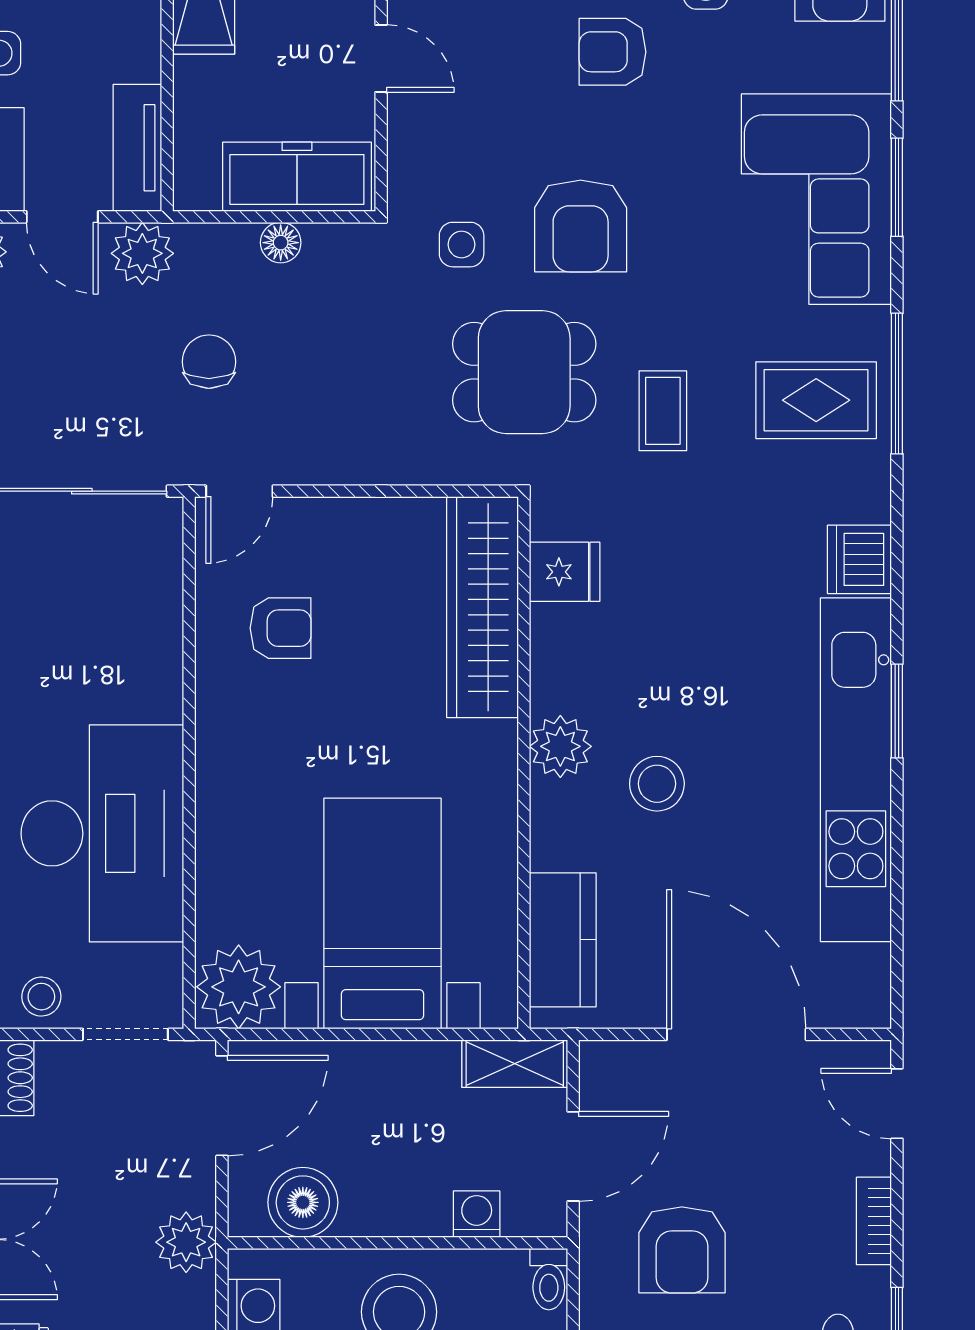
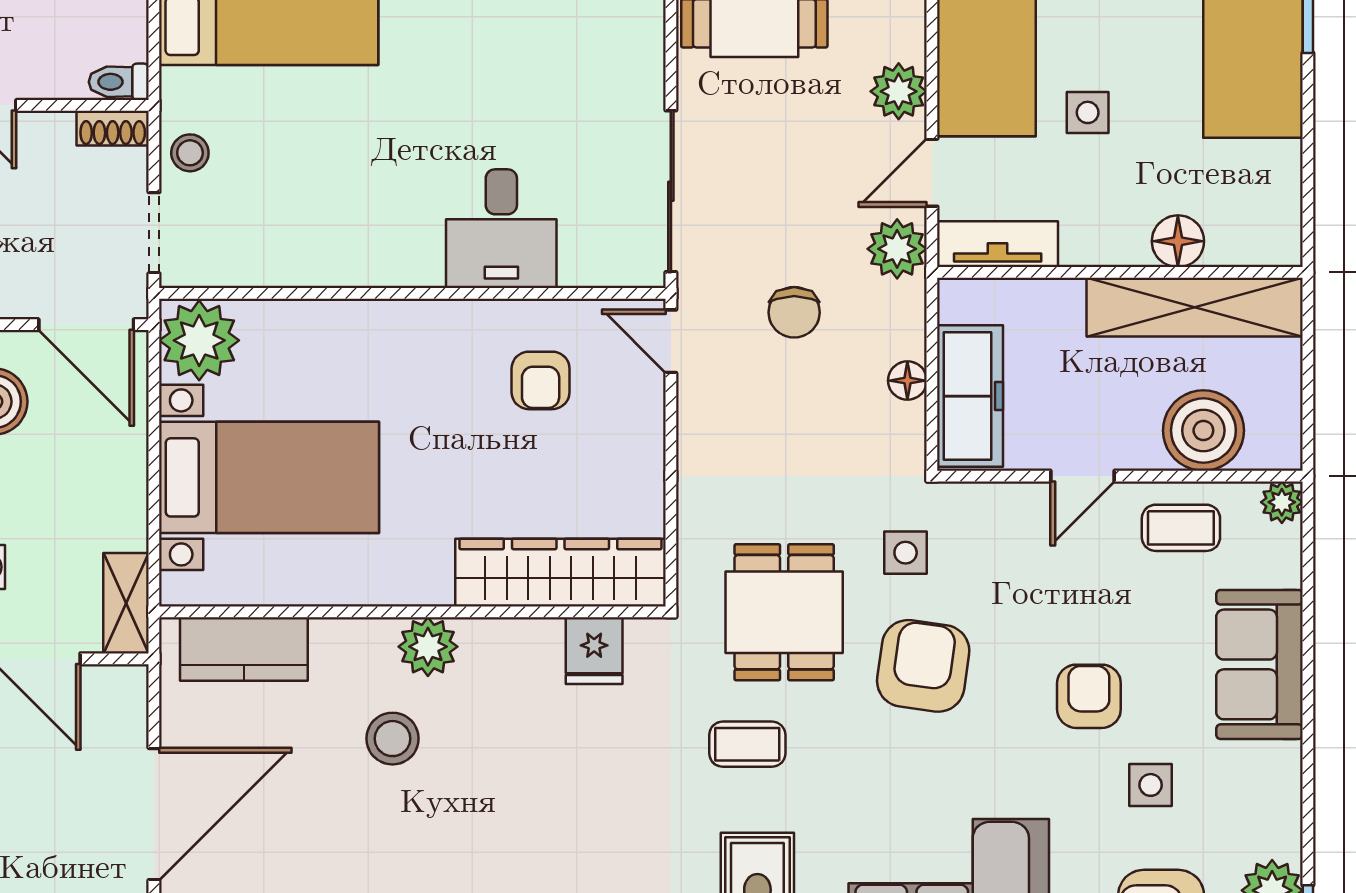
armchair: (581, 226) -> (923, 666), turned 98
chair: (209, 362) -> (794, 312), turned 90
desk: (102, 833) -> (501, 229), moved, width x0.53, depth x0.77

